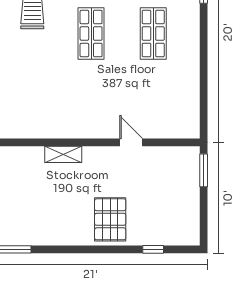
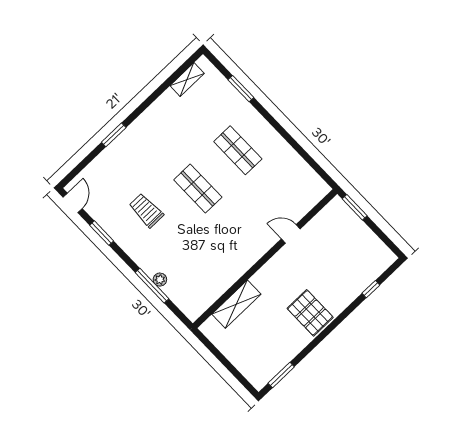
shelving: (63, 154) -> (236, 304), moved, width x1.50, depth x1.33
pallet: (110, 219) -> (310, 313), moved

